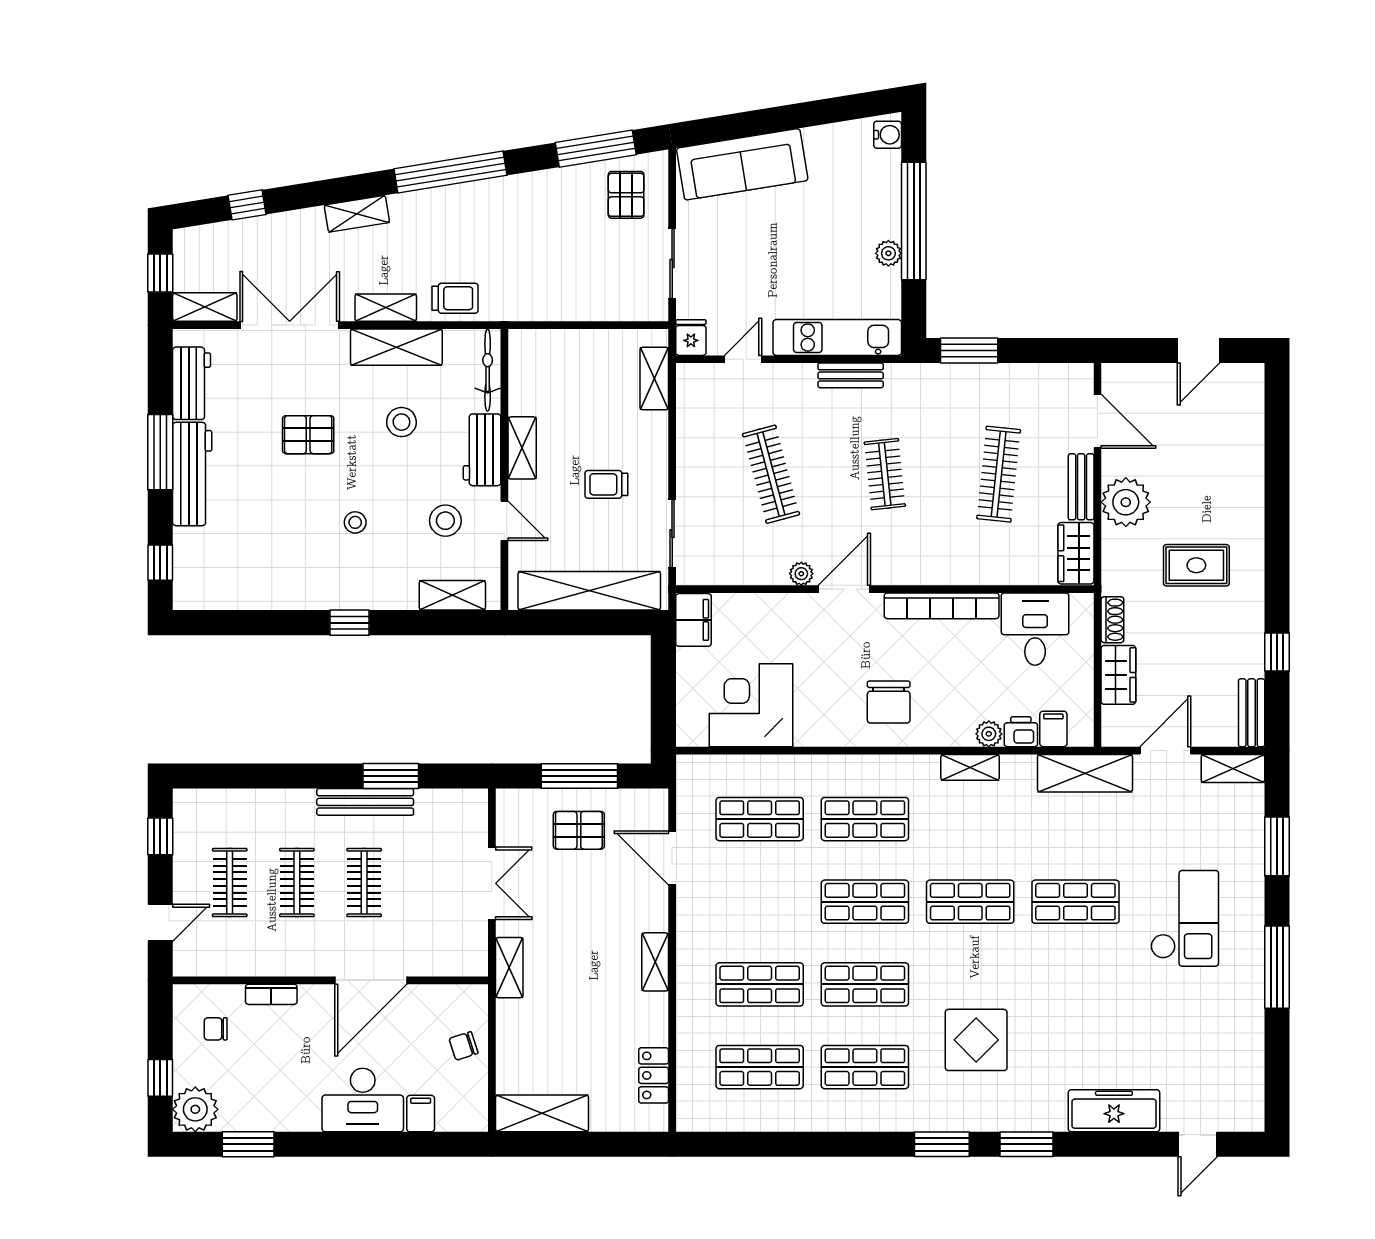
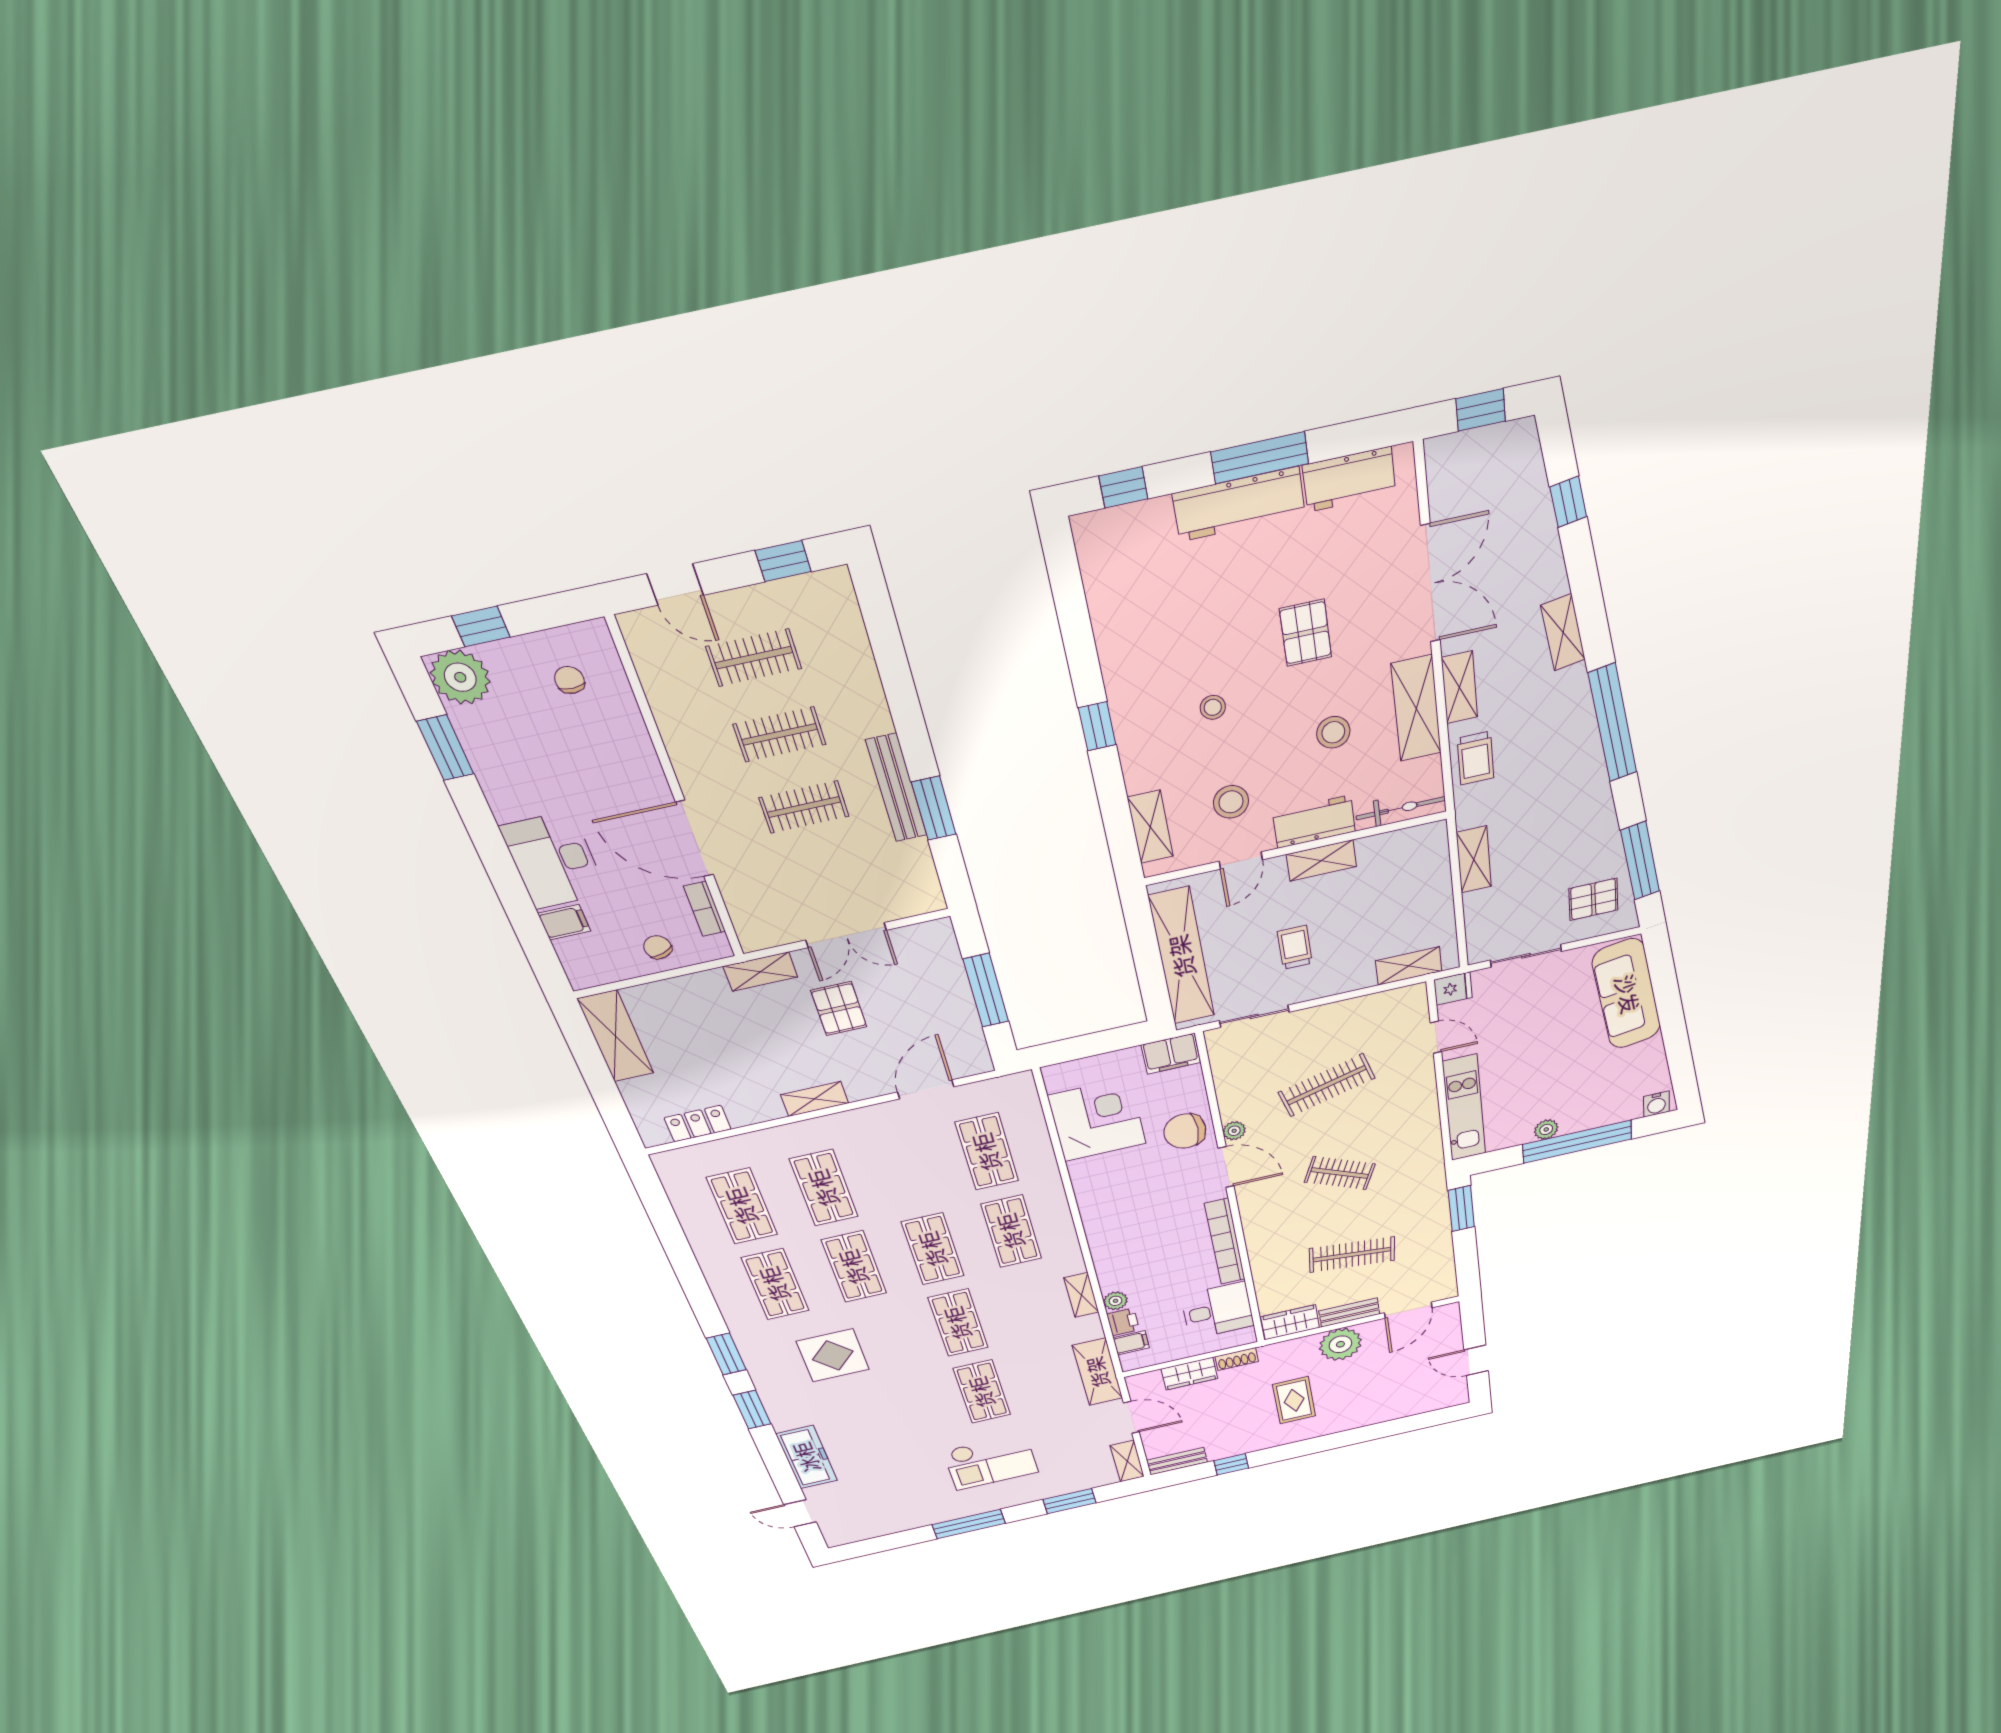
shelving: (205, 307) -> (1474, 860), moved
bench: (851, 375) -> (1429, 1126), removed
clothes rail: (885, 474) -> (1340, 1173), turned 30
chair: (889, 702) -> (1185, 1131), moved
pallet: (579, 830) -> (839, 1009), moved
bookcase: (271, 994) -> (705, 909), moved

